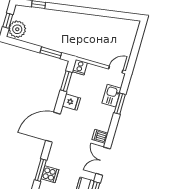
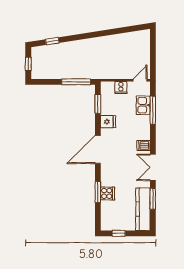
plant: (17, 29) -> (39, 69), removed
window: (51, 53) -> (76, 82), width x1.44
cooker: (80, 67) -> (121, 87), moved
window: (120, 104) -> (153, 110), width x1.44

